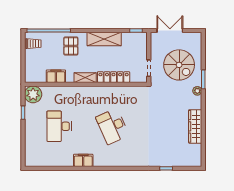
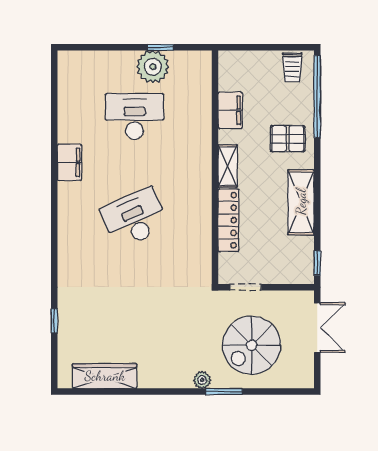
plant: (33, 94) -> (153, 67), moved
wardrobe: (195, 126) -> (105, 376), moved

